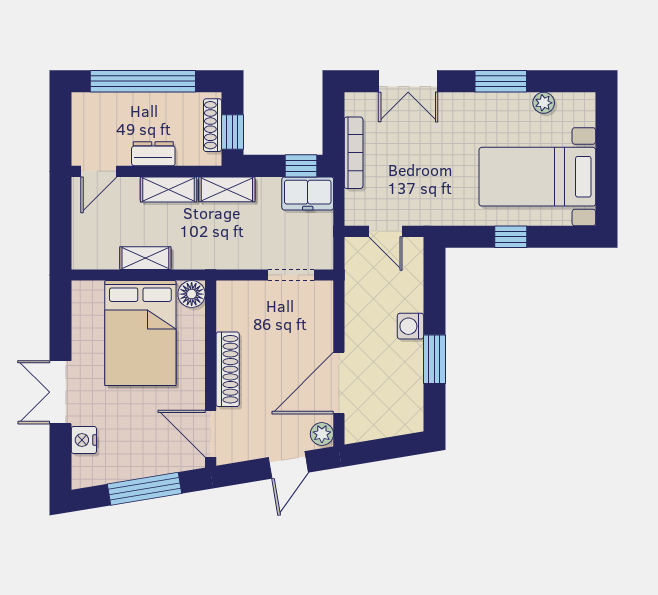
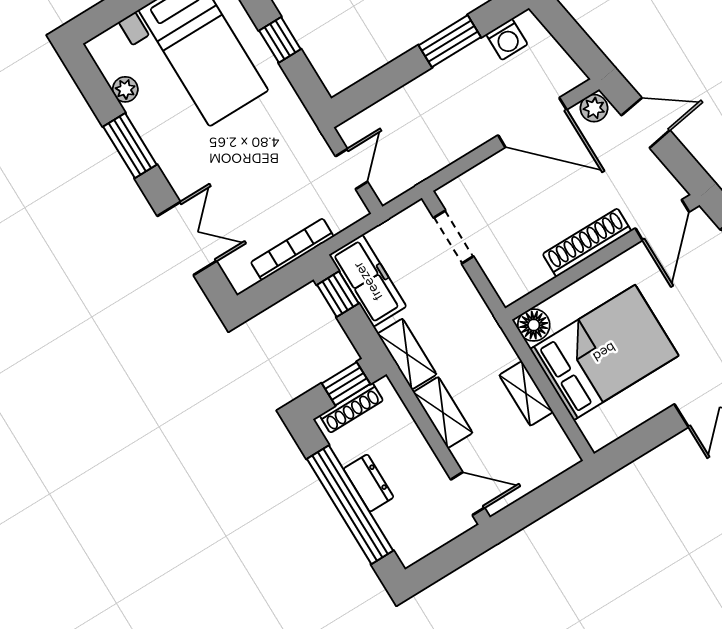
dresser: (153, 154) -> (369, 483), moved, turned 180
freezer: (308, 193) -> (368, 281), width x1.40
washing machine: (411, 326) -> (507, 39), moved

